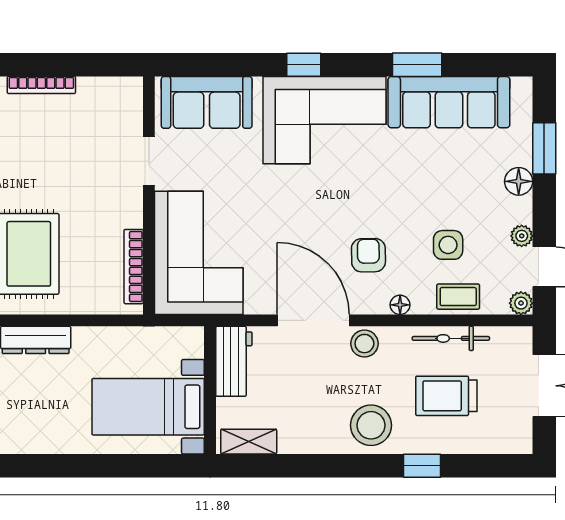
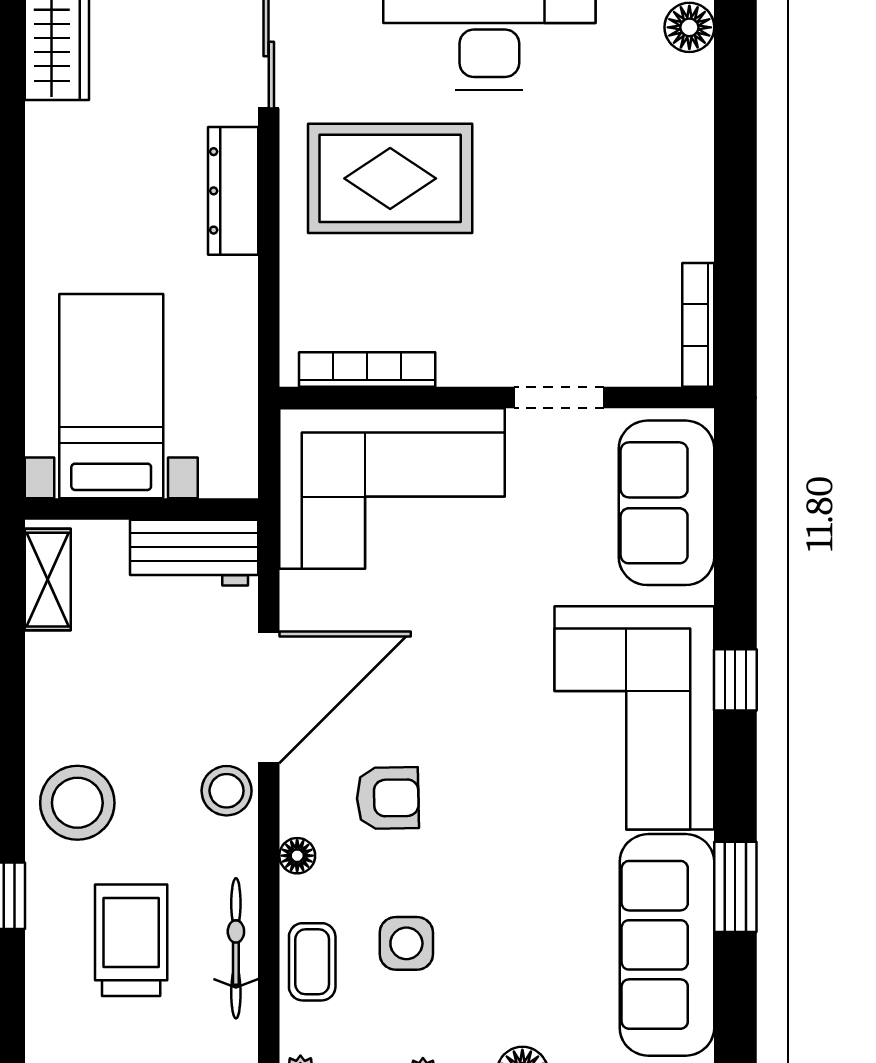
bookcase: (41, 85) -> (698, 325), moved

